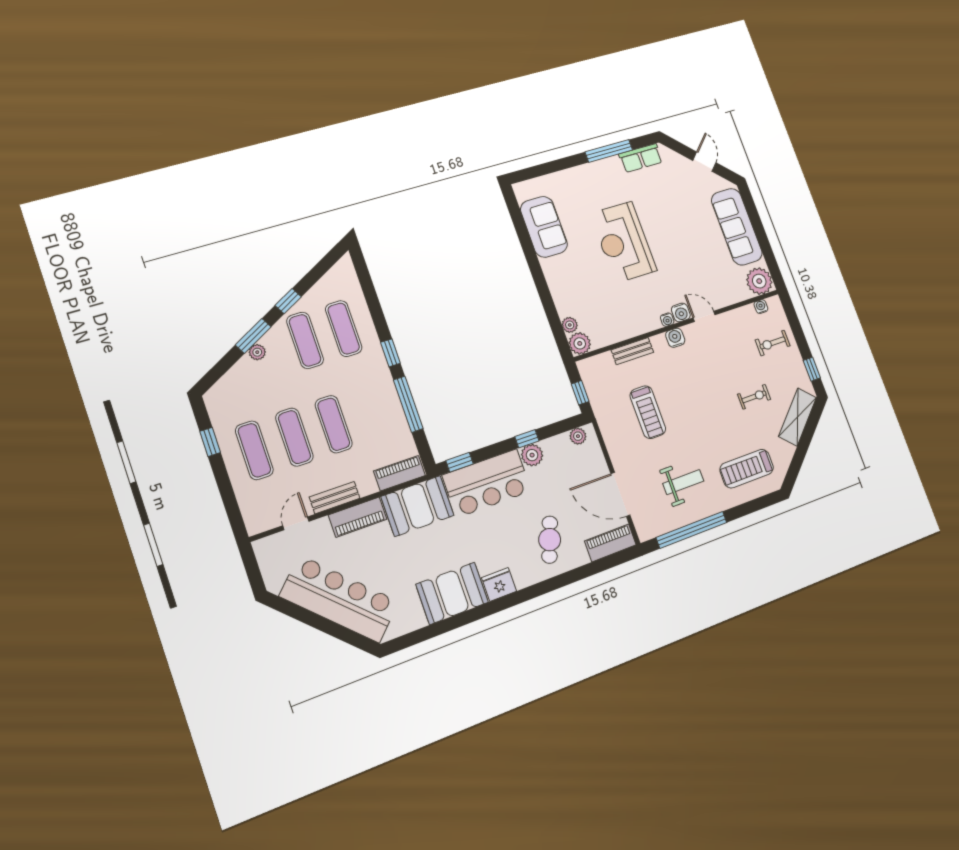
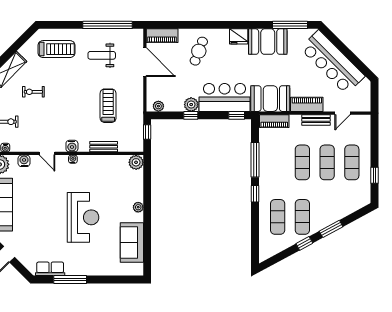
water cooler: (681, 312) -> (24, 161), moved
plant: (570, 325) -> (138, 207), moved
plant: (257, 352) -> (332, 219), removed
window: (427, 633) -> (290, 25), added

